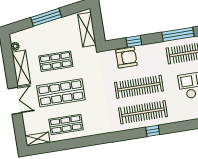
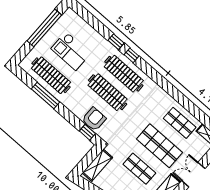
window: (134, 41) -> (87, 132), moved
armchair: (126, 58) -> (94, 119), turned 90
window: (174, 127) -> (116, 42), added

